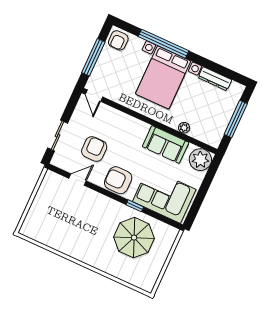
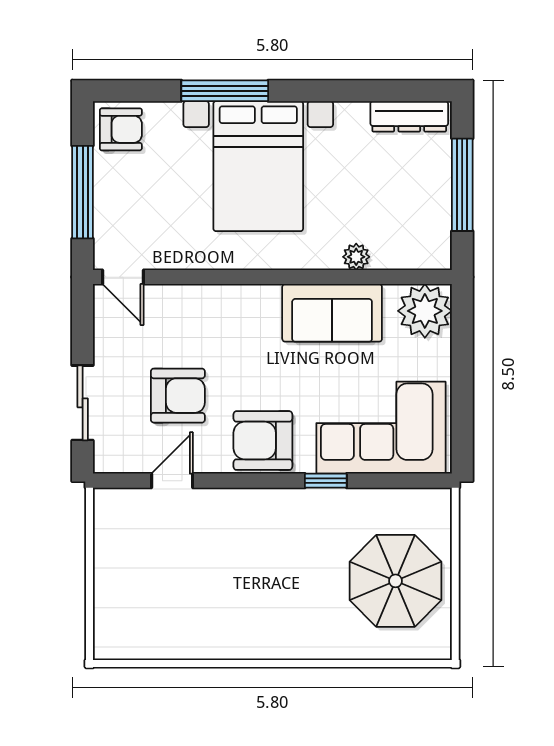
armchair: (118, 40) -> (121, 129), turned -90
window: (163, 44) -> (225, 91), width x0.68
dresser: (215, 79) -> (409, 116), moved
armchair: (94, 149) -> (178, 396), turned 90
parasol: (134, 238) -> (395, 581), moved

